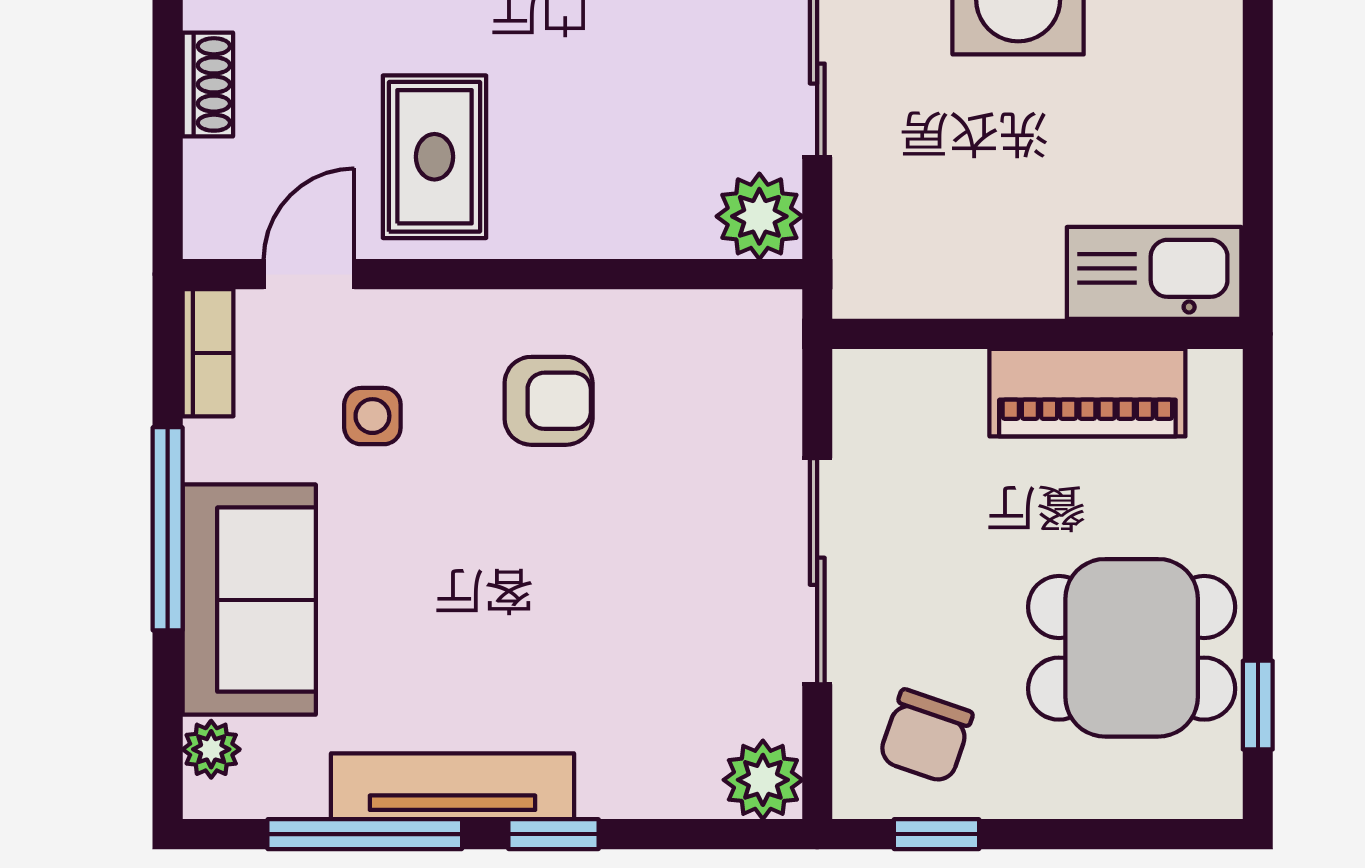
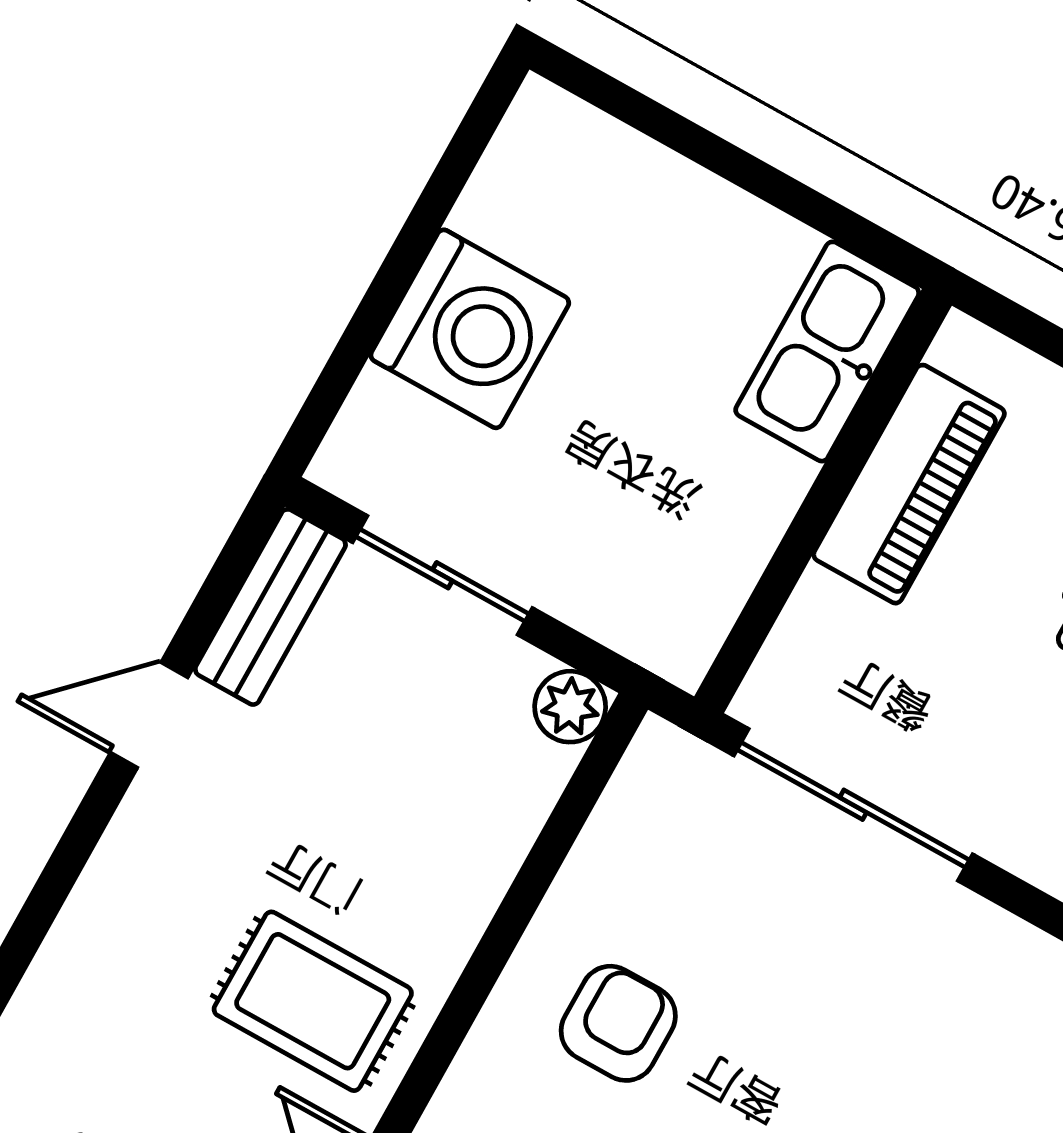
plant: (759, 216) -> (570, 707), width x0.73, depth x0.73
sliding door: (817, 571) -> (853, 805), moved

